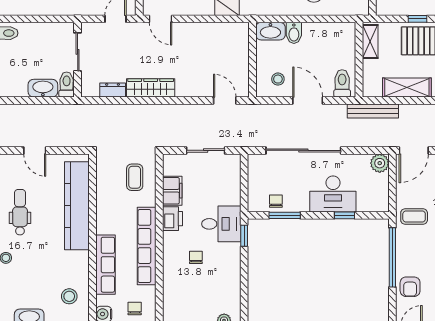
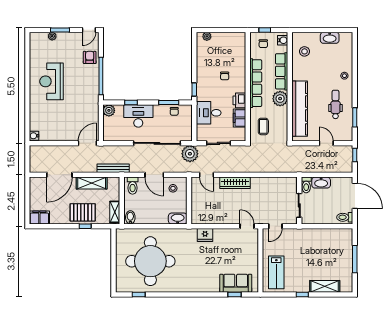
bidet: (294, 33) -> (130, 217), moved
wardrobe: (151, 88) -> (235, 183), moved
dresser: (113, 90) -> (277, 181), removed
plant: (251, 134) -> (190, 154), added
plant: (380, 163) -> (109, 110), moved
dental chair: (20, 212) -> (336, 104), turned 180
coffee table: (414, 216) -> (87, 102), removed
plant: (108, 222) -> (280, 99), added
desk: (221, 224) -> (209, 113), moved

